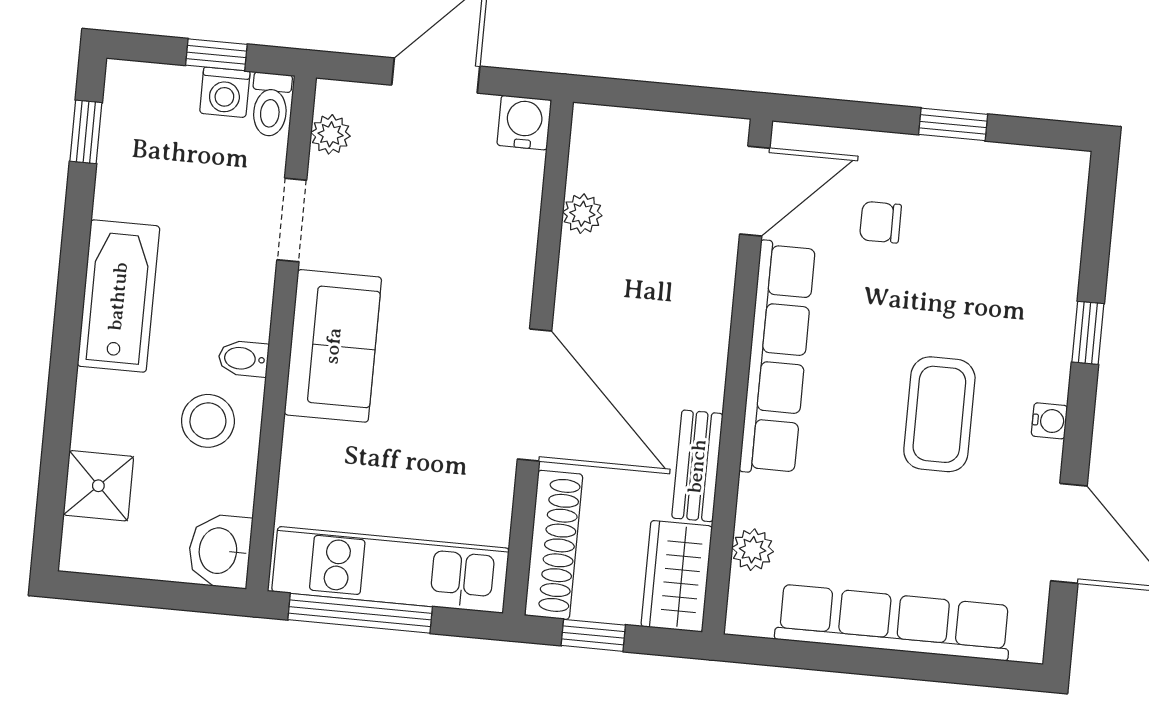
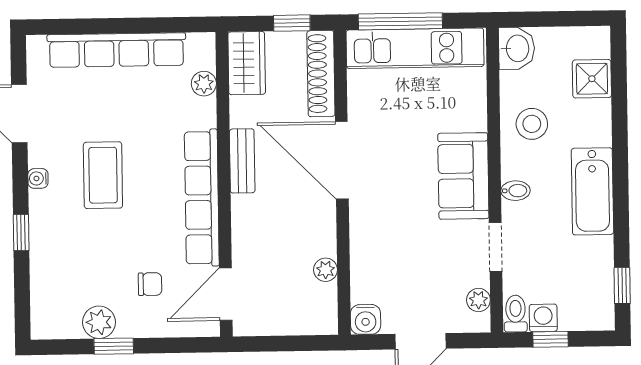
plant: (973, 167) -> (99, 322), added
bidet: (243, 359) -> (516, 191), moved
bench: (697, 466) -> (242, 161), moved
window: (360, 613) -> (400, 21), moved

